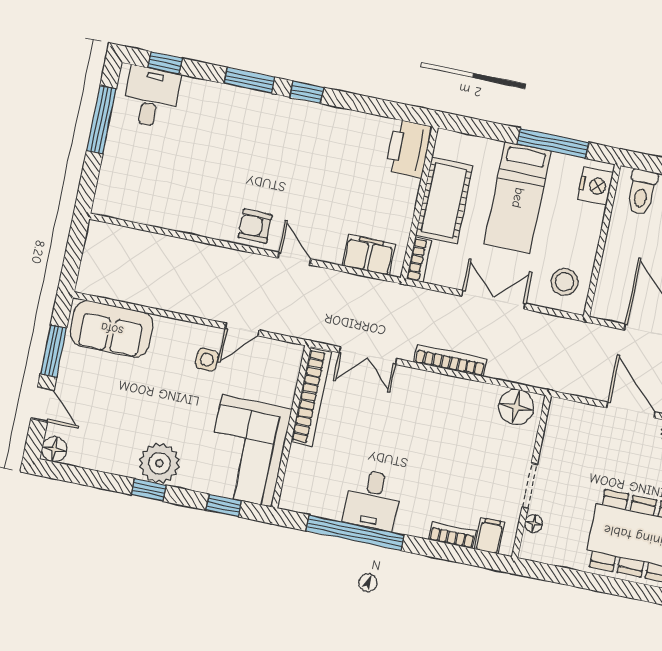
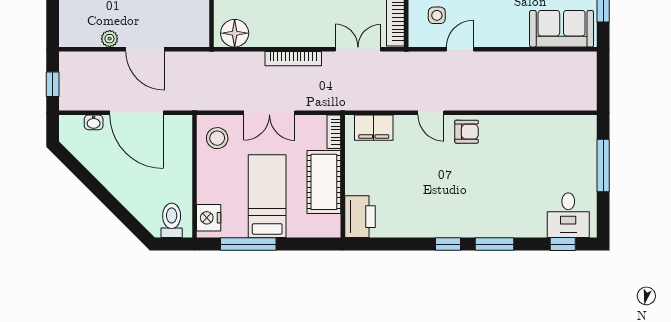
window: (101, 120) -> (603, 165), moved
side table: (207, 360) -> (437, 15), moved

